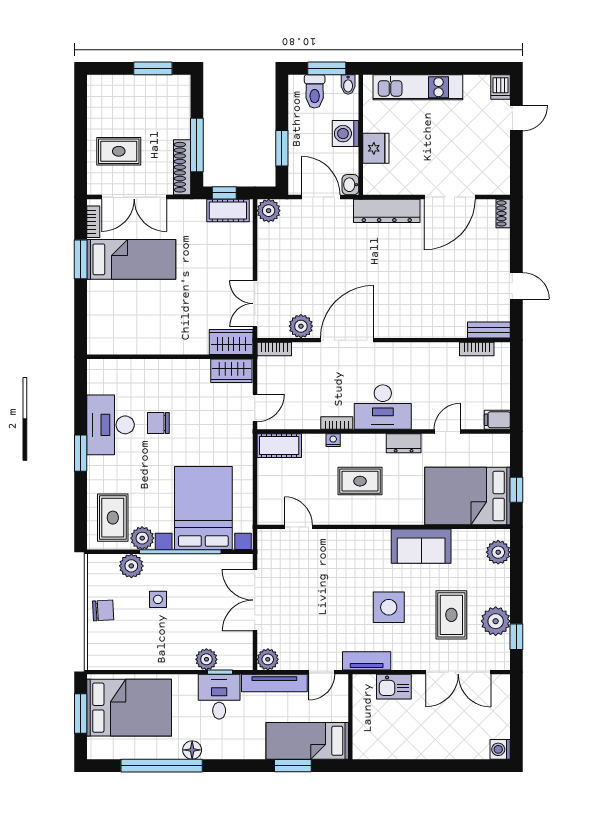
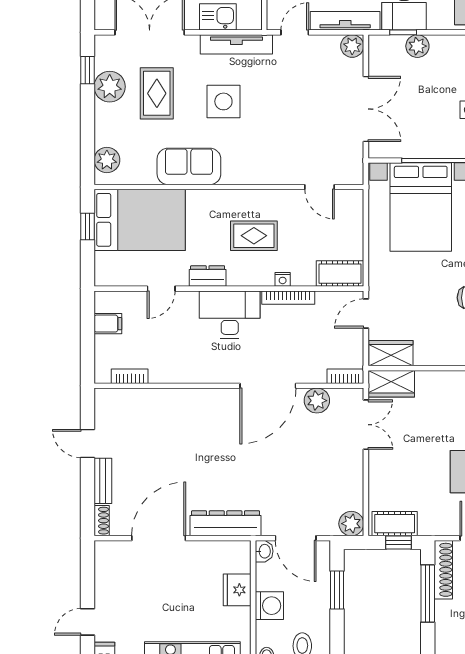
bench: (489, 330) -> (103, 481), moved, turned 90
filing cabinet: (497, 420) -> (108, 324), moved
bookcase: (337, 423) -> (288, 298), width x1.56
tv unit: (367, 661) -> (236, 44), width x1.41

